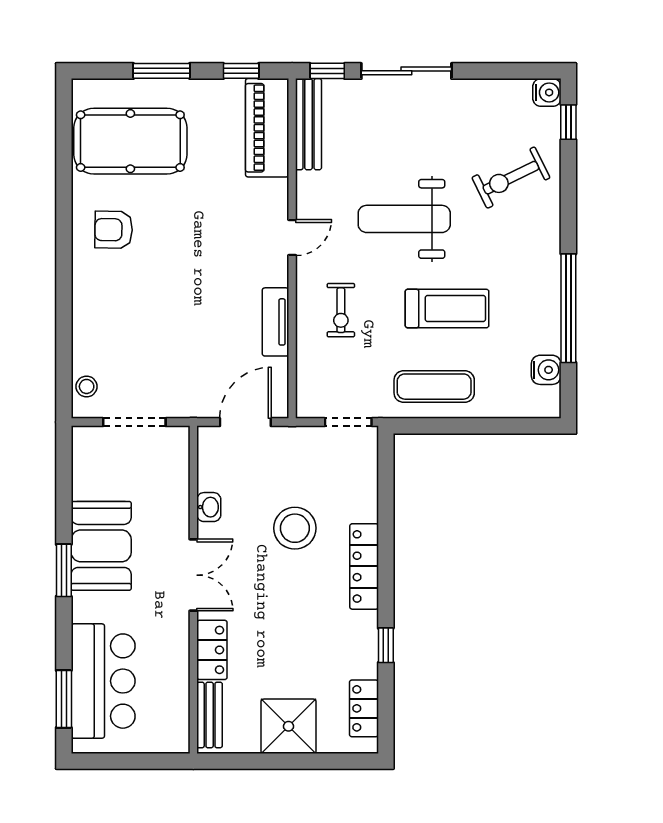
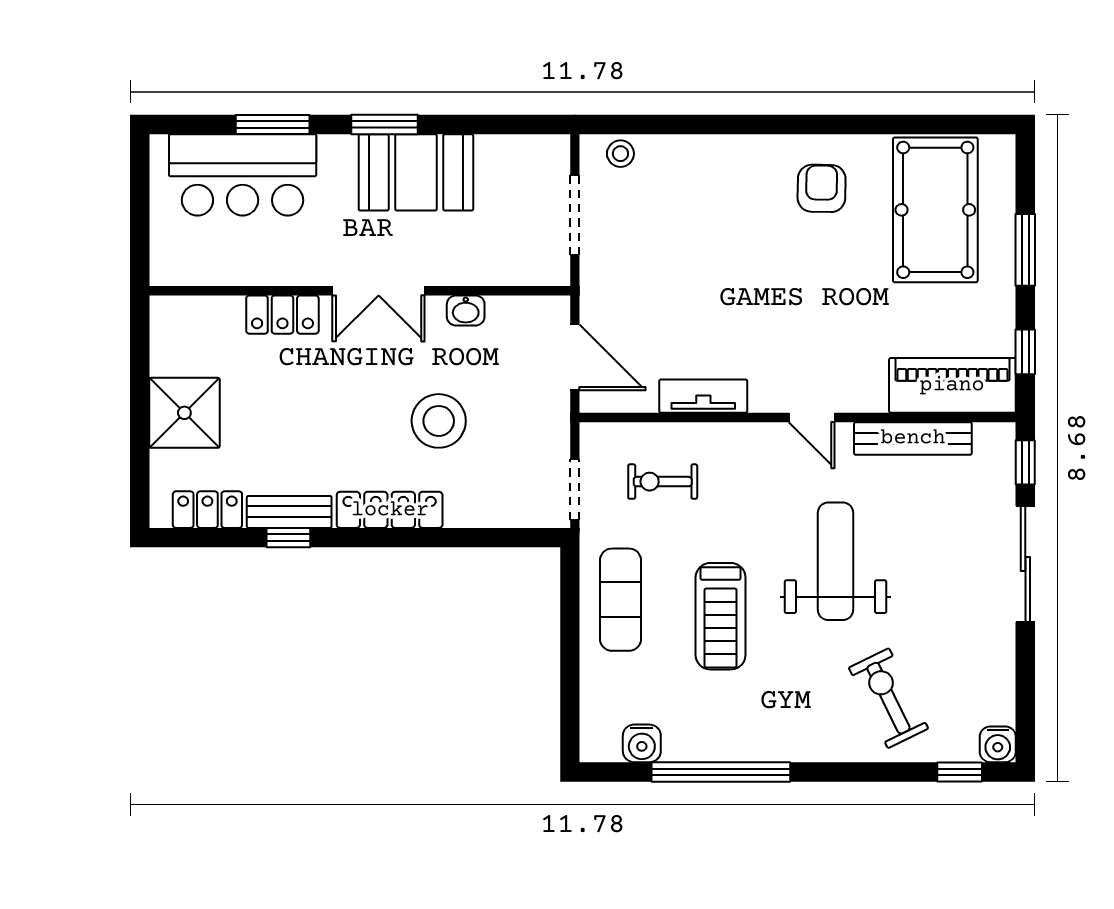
bench: (309, 124) -> (913, 438), moved
exercise bike: (341, 310) -> (663, 482), moved
window: (64, 699) -> (273, 124), moved
bench: (210, 715) -> (289, 512), moved

